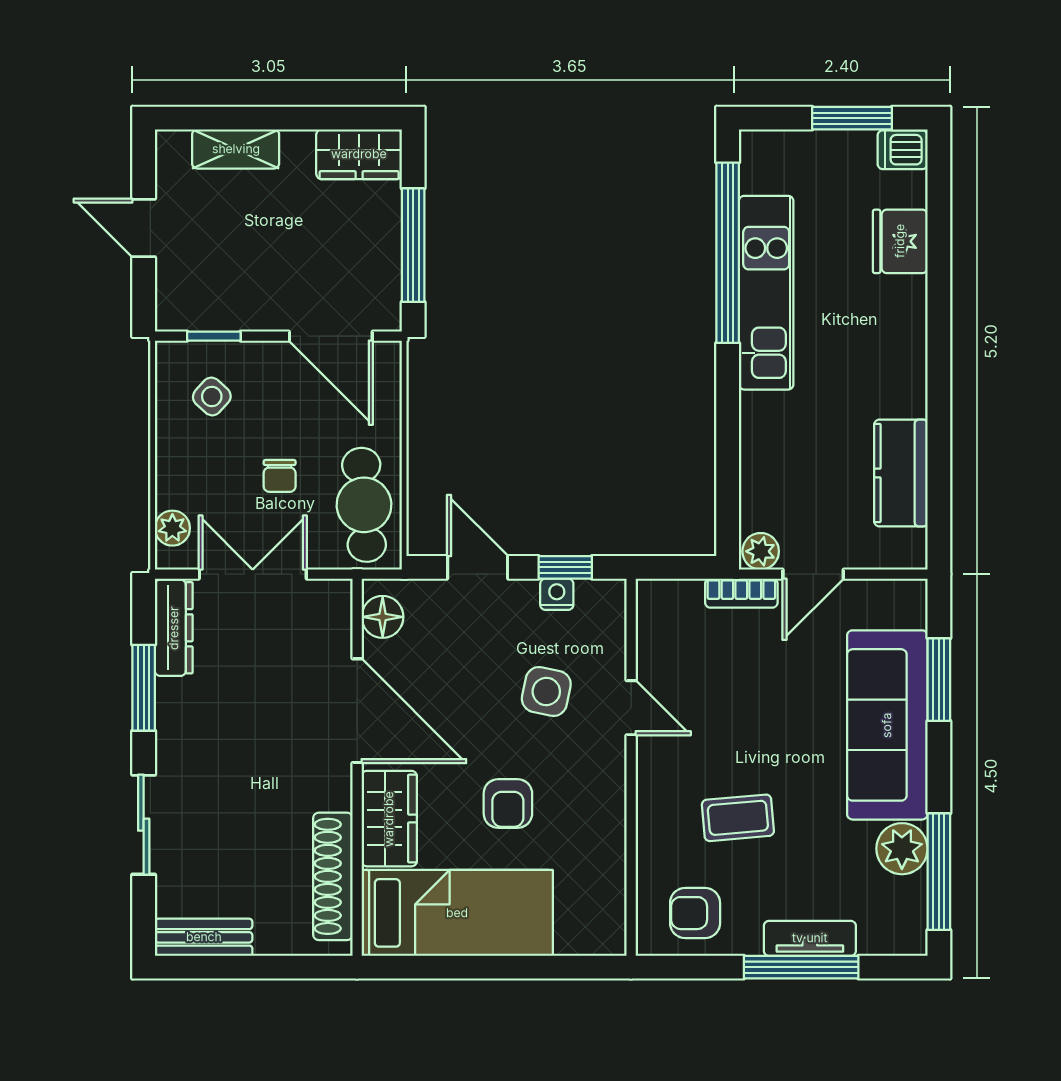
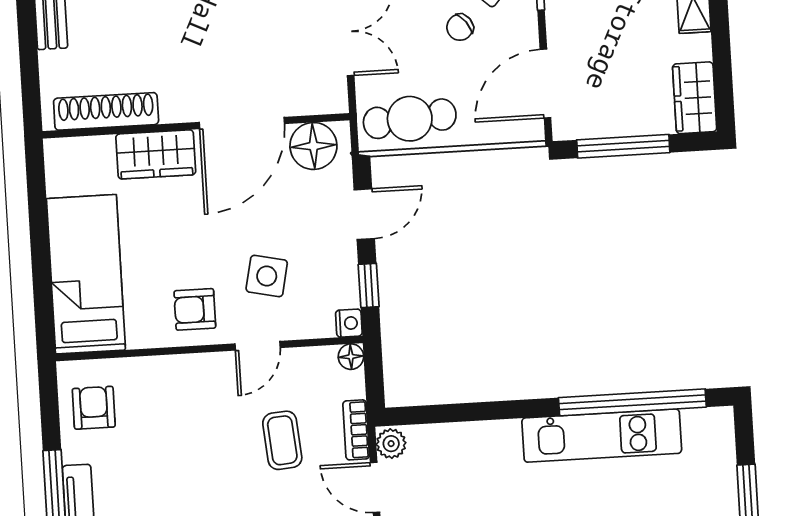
chair: (280, 476) -> (460, 27), moved, turned -37
nightstand: (557, 594) -> (349, 323), moved
floor lamp: (651, 594) -> (351, 357), added
floor lamp: (383, 617) -> (313, 146), width x1.38, depth x1.38
armchair: (508, 803) -> (195, 309), moved
coffee table: (738, 818) -> (282, 440), moved
bed: (457, 913) -> (86, 274), moved, turned 180

